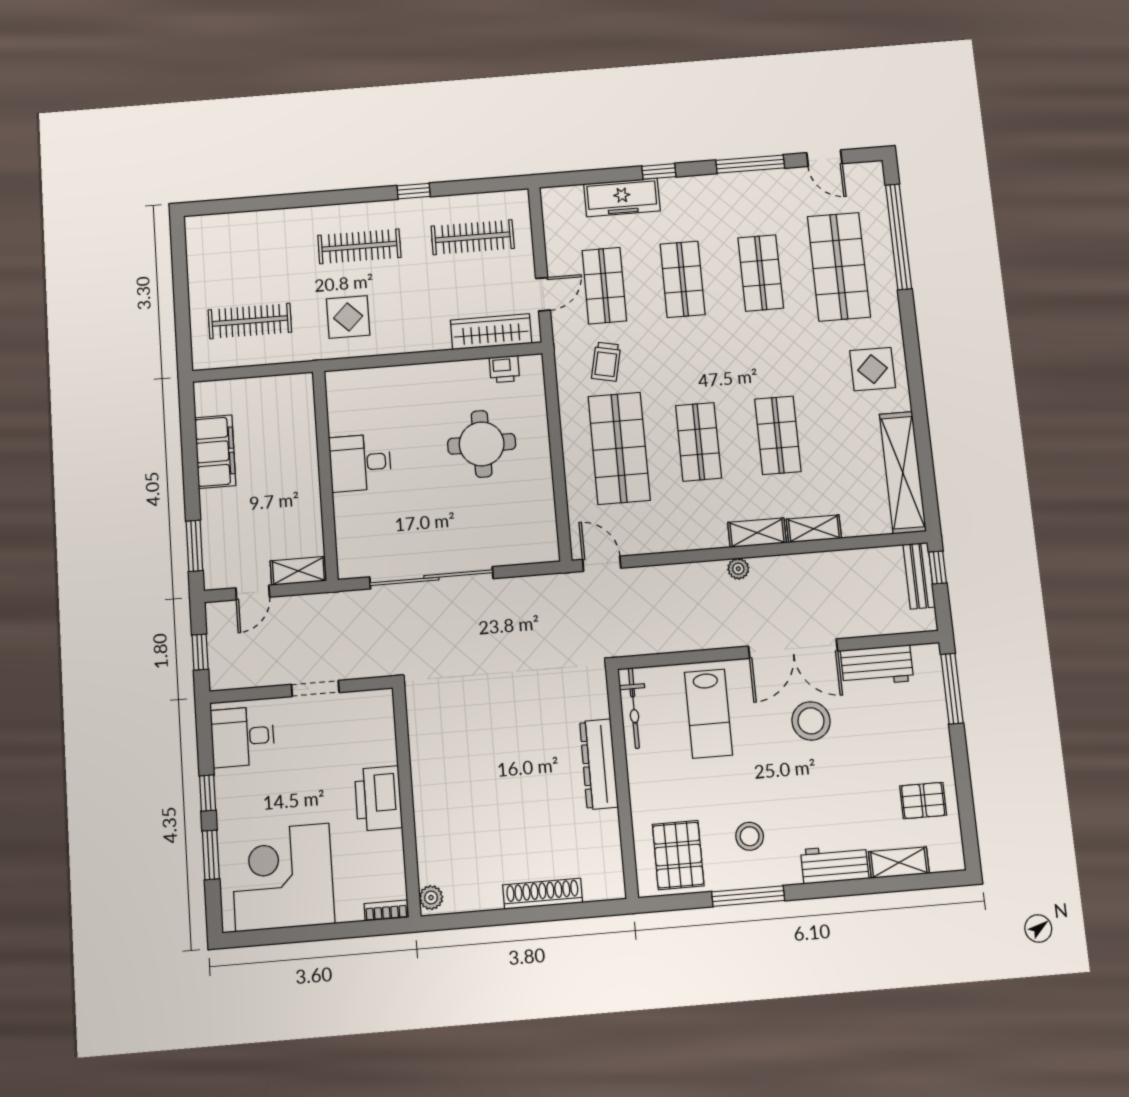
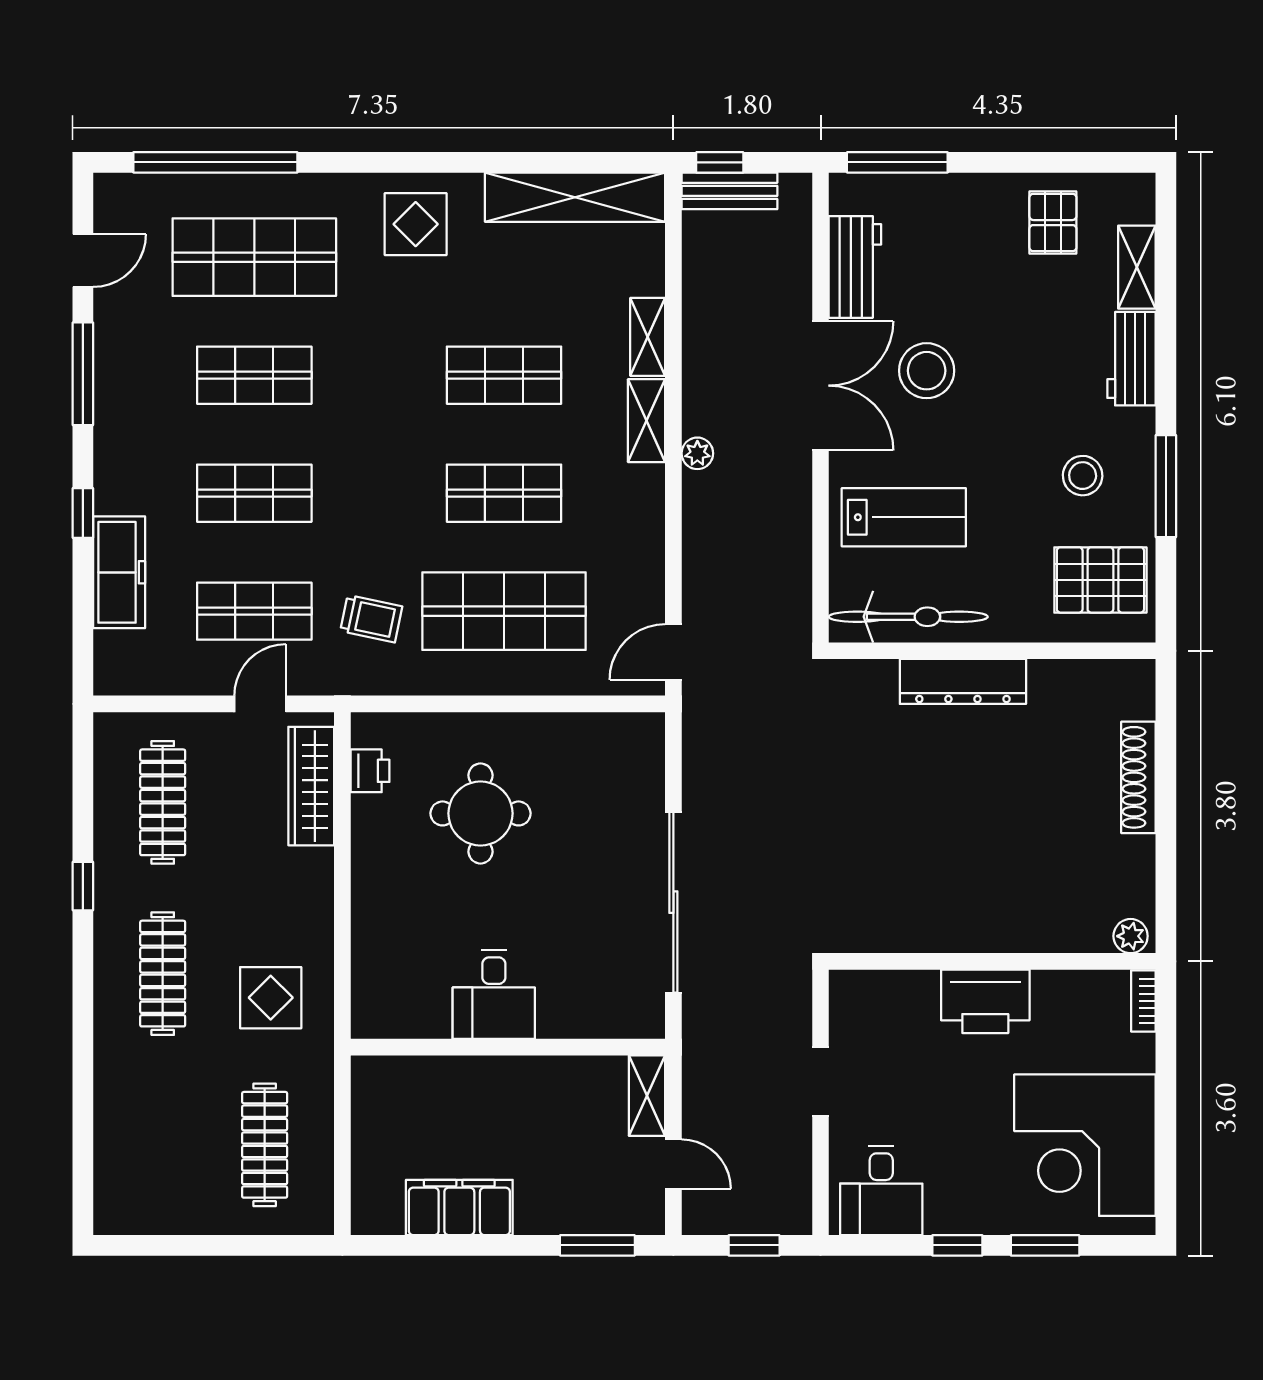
door: (543, 294) -> (260, 704), hinge flipped
bicycle: (634, 708) -> (908, 617), width x1.37, depth x1.40

